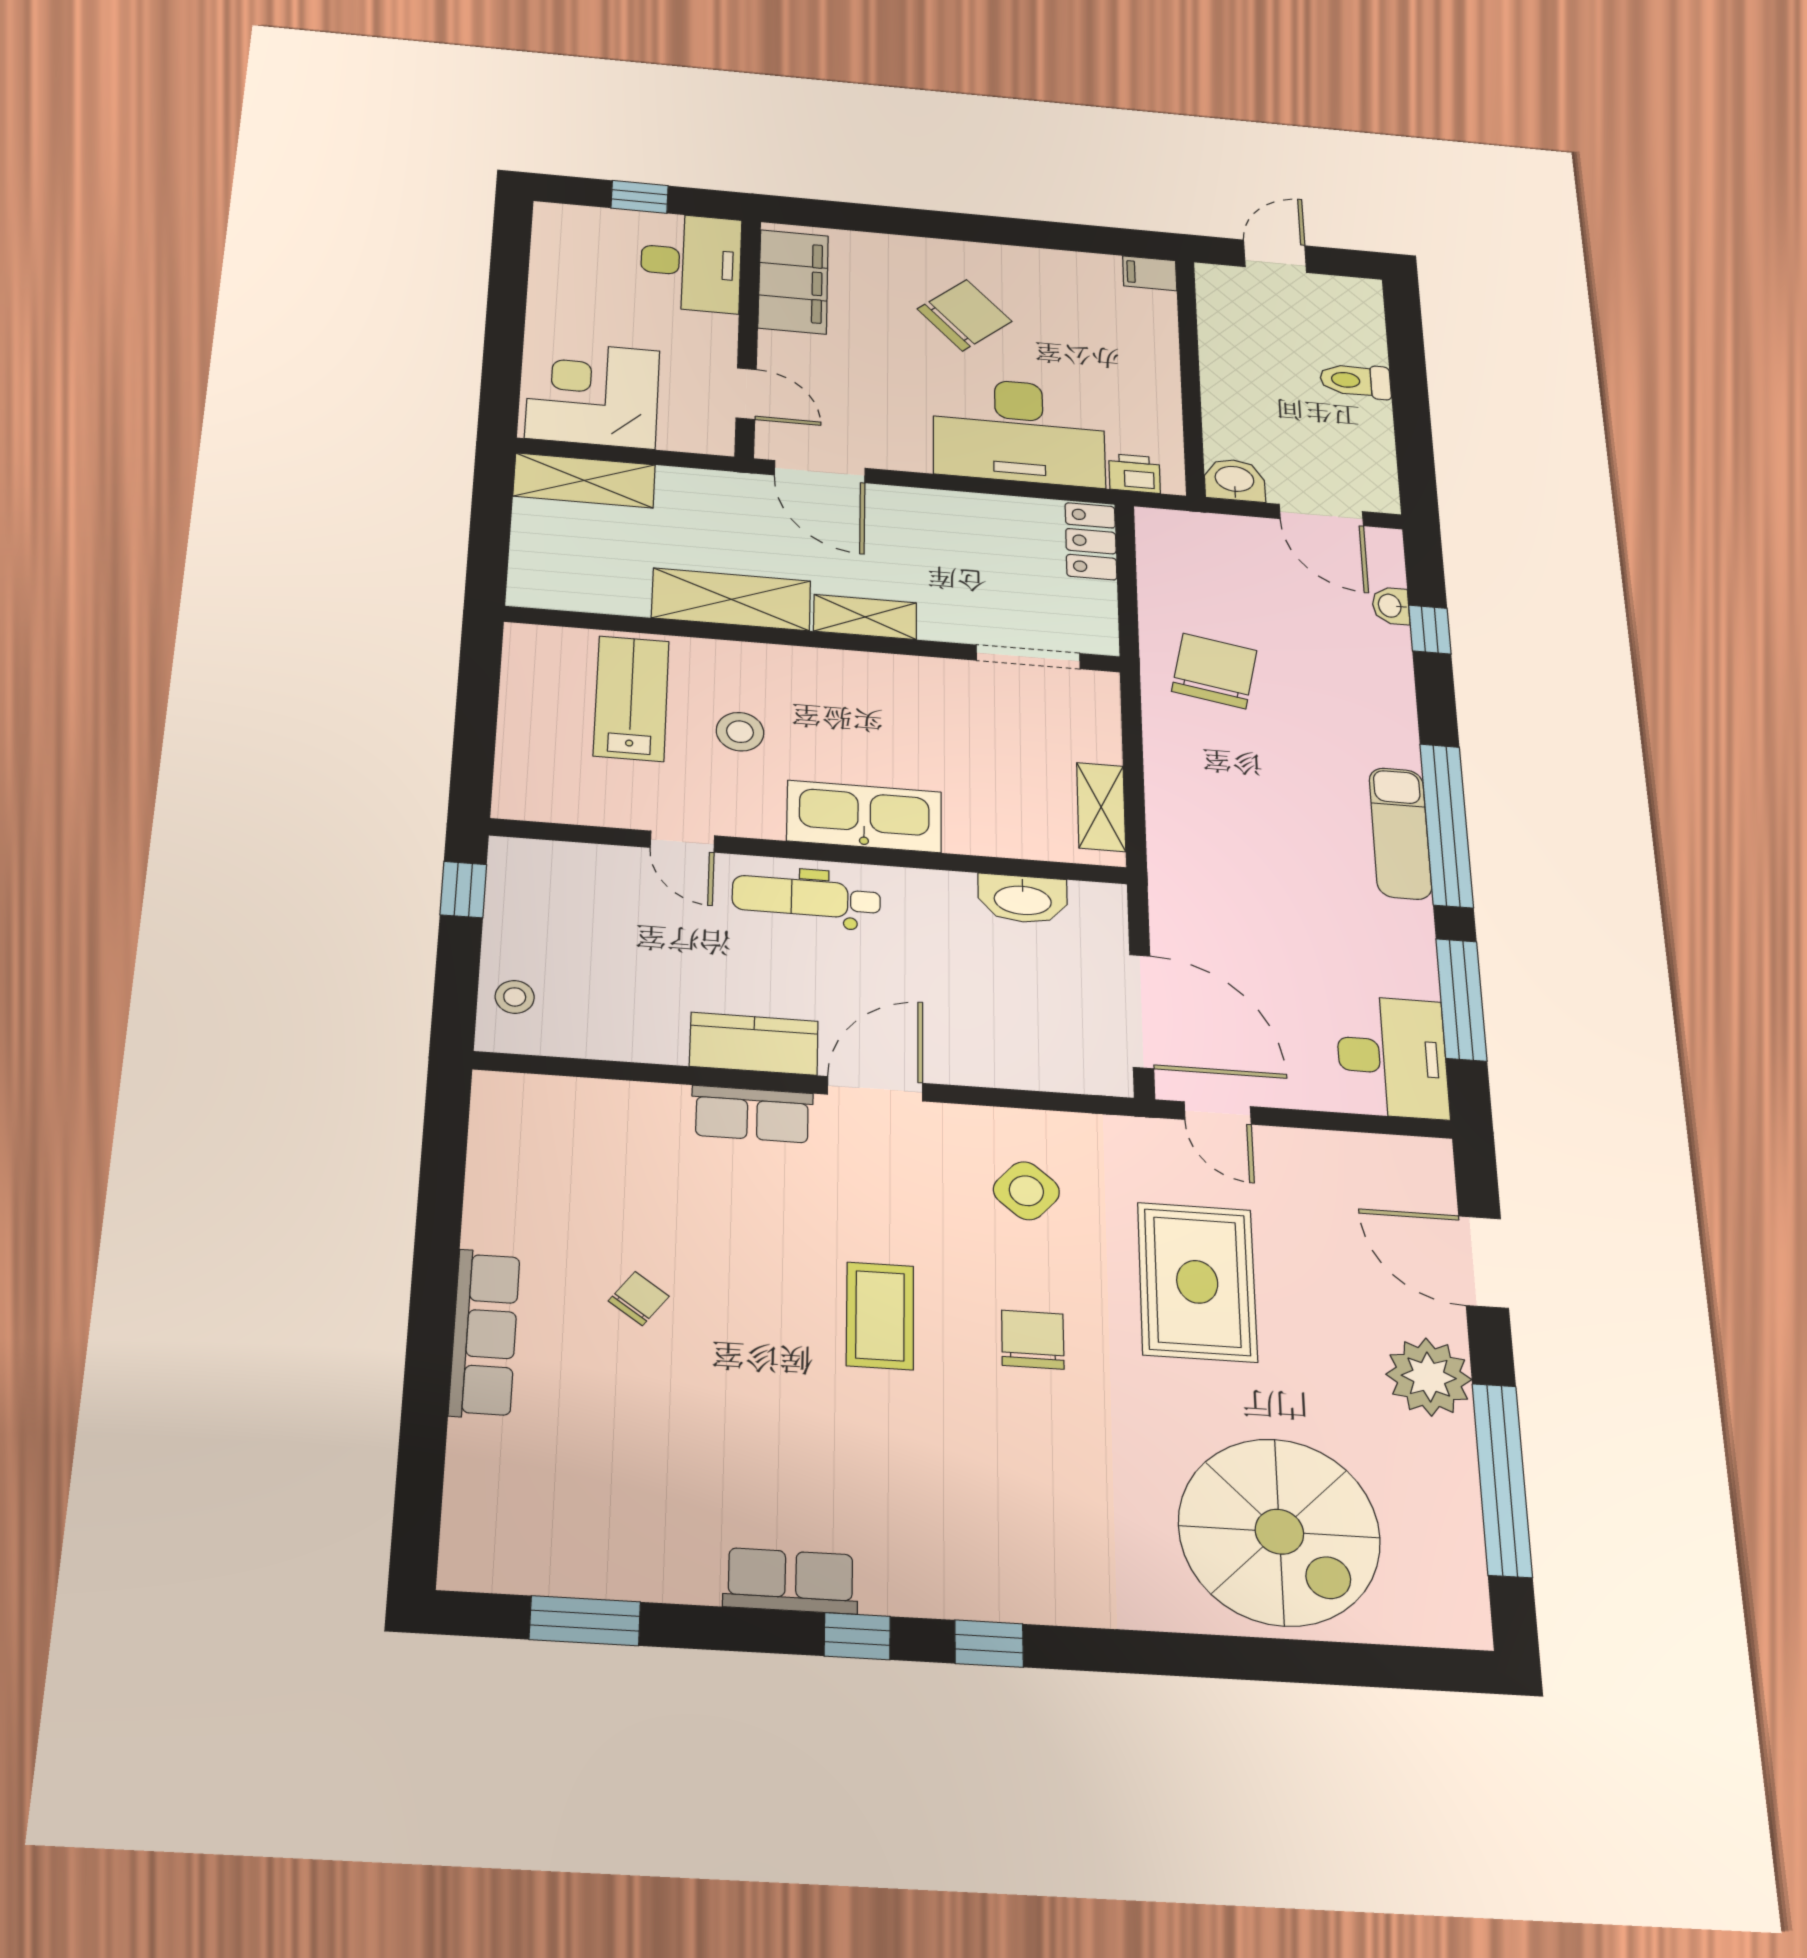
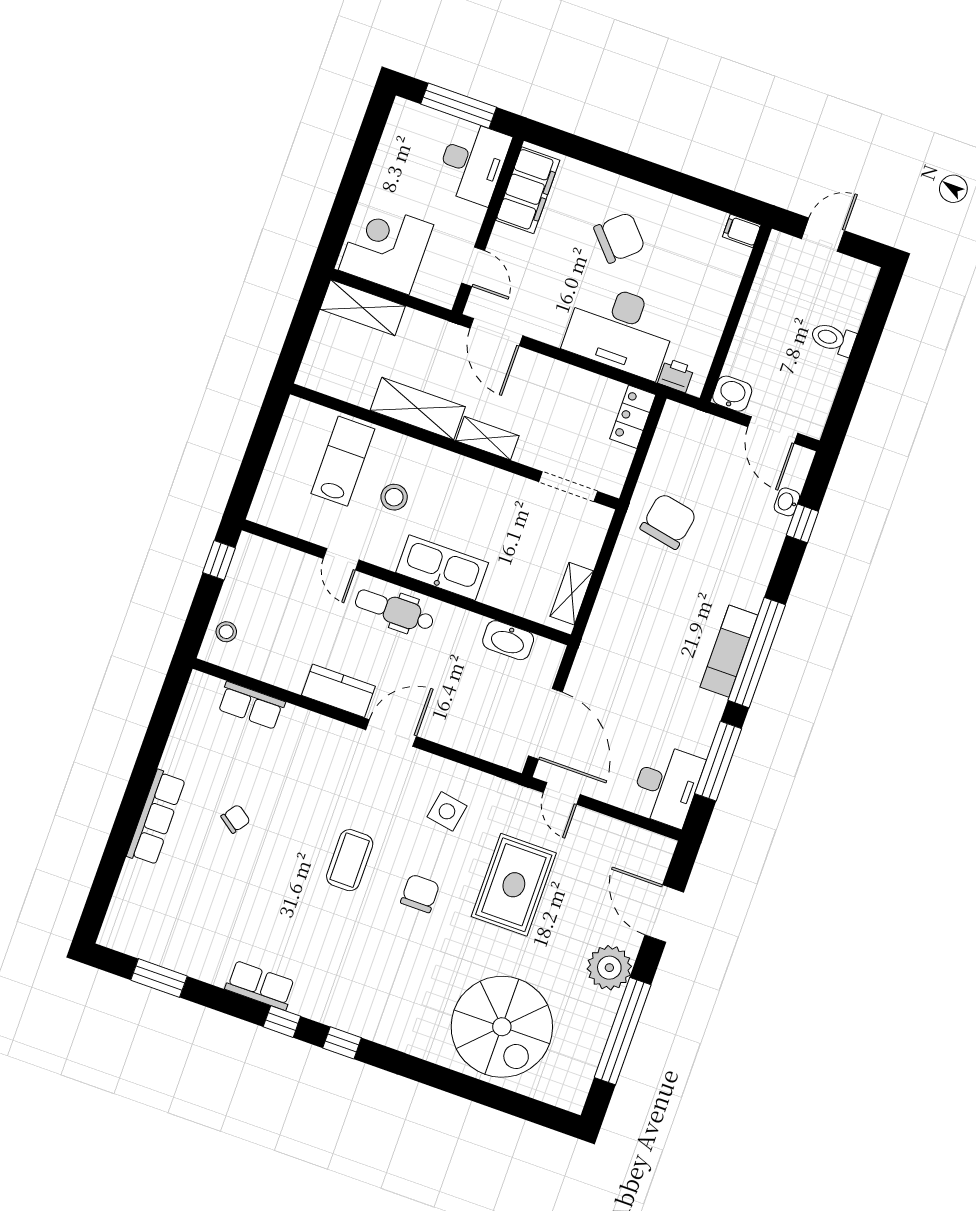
window: (640, 197) -> (459, 106), width x2.17
row of seats: (752, 1114) -> (251, 705), moved
side table: (1026, 1191) -> (447, 811), turned -31

